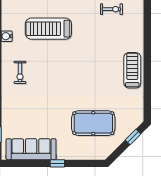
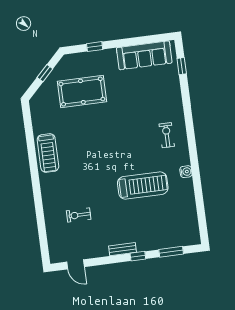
window: (133, 137) -> (45, 73), moved
window: (57, 163) -> (95, 47), moved

